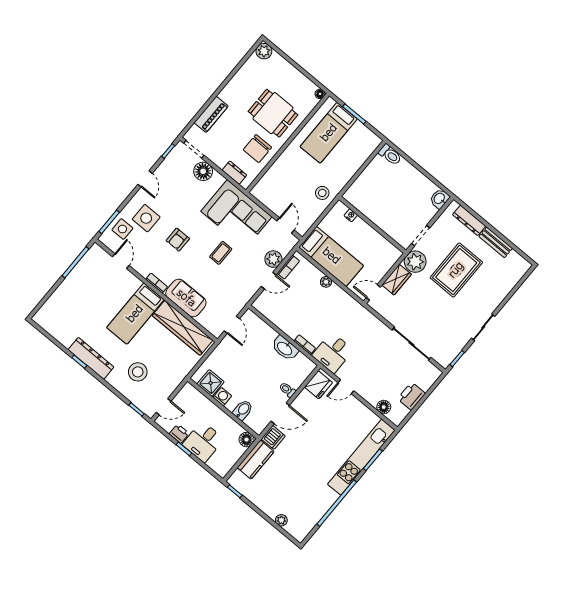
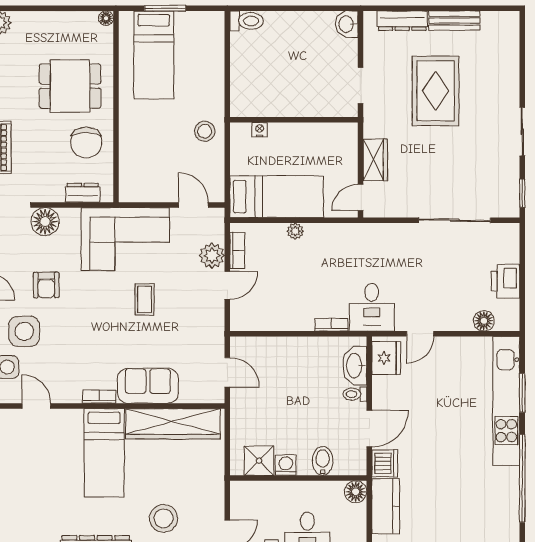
armchair: (178, 240) -> (46, 285), moved
plant: (415, 262) -> (380, 121), removed
washbasin: (285, 348) -> (355, 366), moved, turned 90

